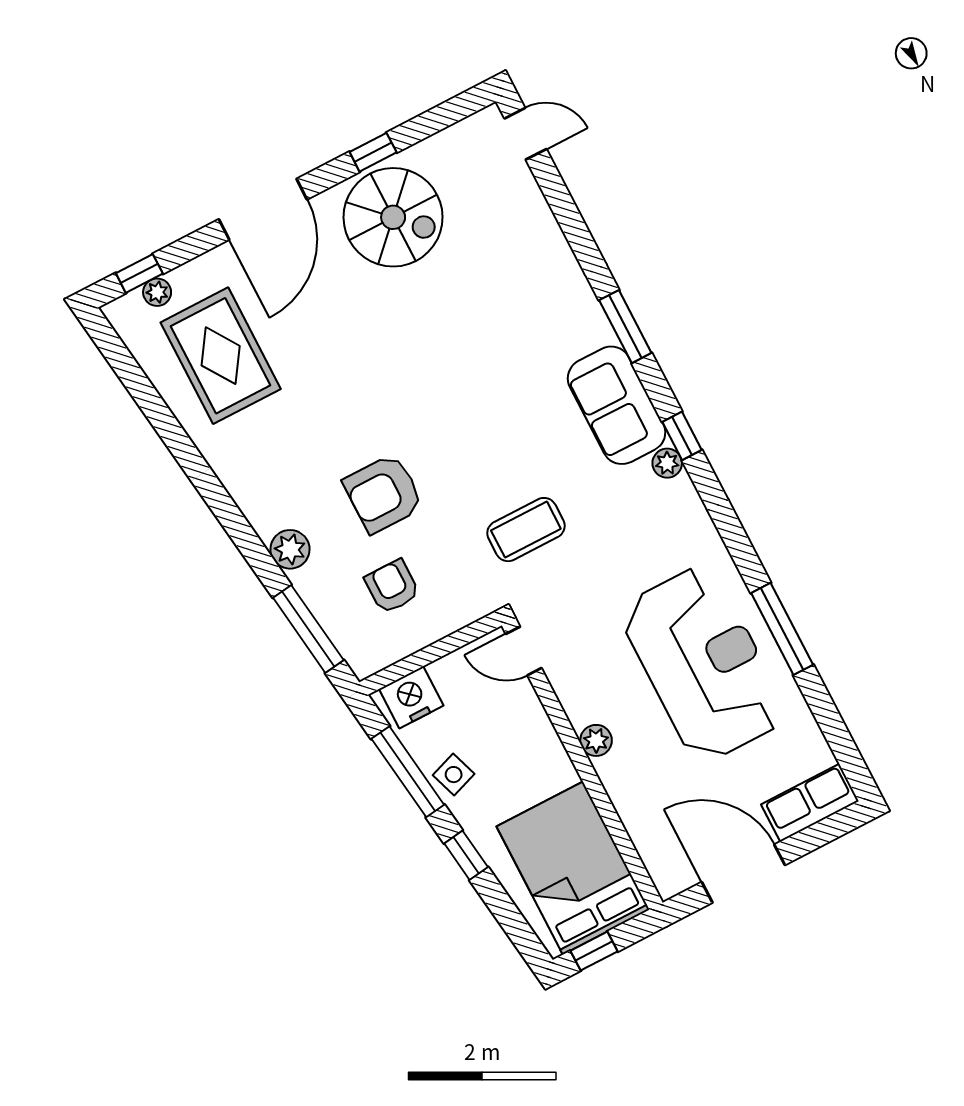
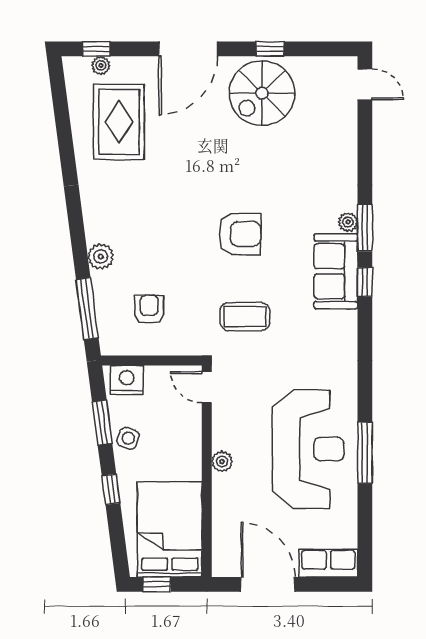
spiral stairs: (393, 217) -> (262, 93), turned 90
window: (682, 436) -> (365, 282), moved
plant: (667, 463) -> (348, 222), moved
armchair: (383, 494) -> (240, 234), moved, turned 180
window: (408, 772) -> (102, 423), width x0.69
side table: (454, 775) -> (128, 438), turned 38

